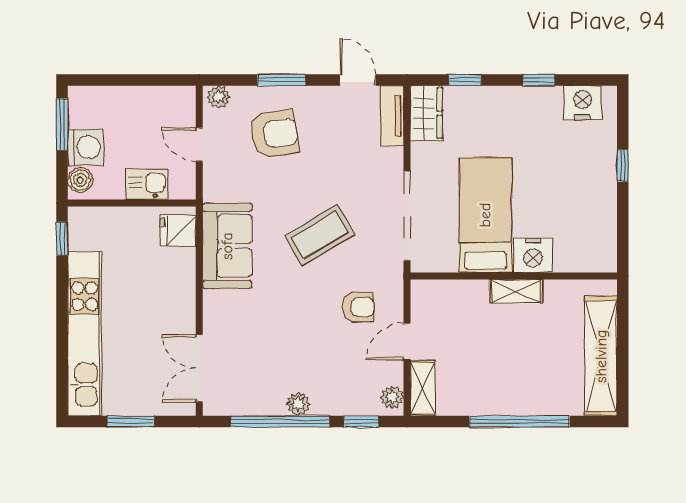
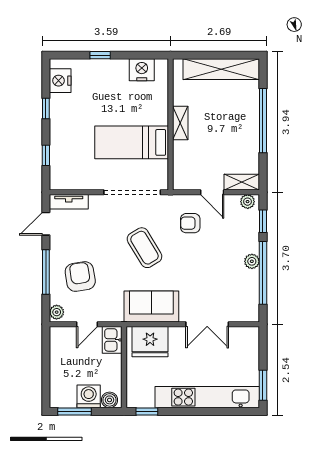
window: (282, 80) -> (46, 272), width x1.44
wardrobe: (426, 113) -> (67, 180), removed
kitchen sink: (147, 184) -> (112, 340), moved
fridge: (178, 231) -> (150, 342), width x1.88, depth x1.34
nightstand: (533, 255) -> (142, 70), moved, turned -90
armchair: (358, 307) -> (190, 223), turned -90
double door: (199, 368) -> (207, 324), moved
window: (131, 421) -> (263, 385), moved

